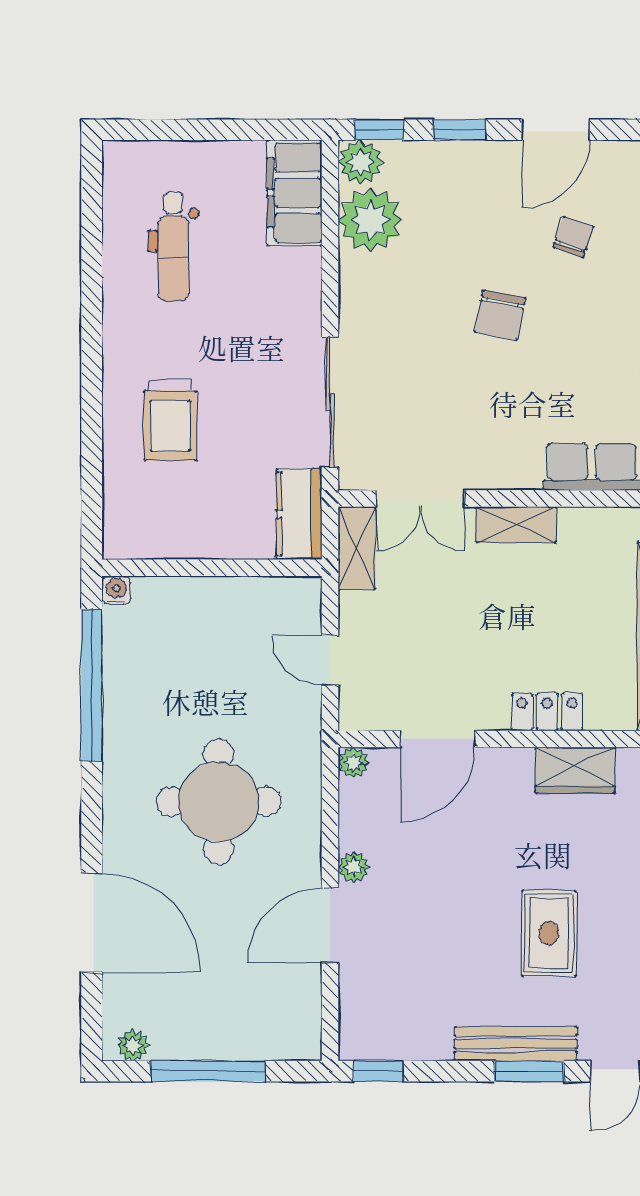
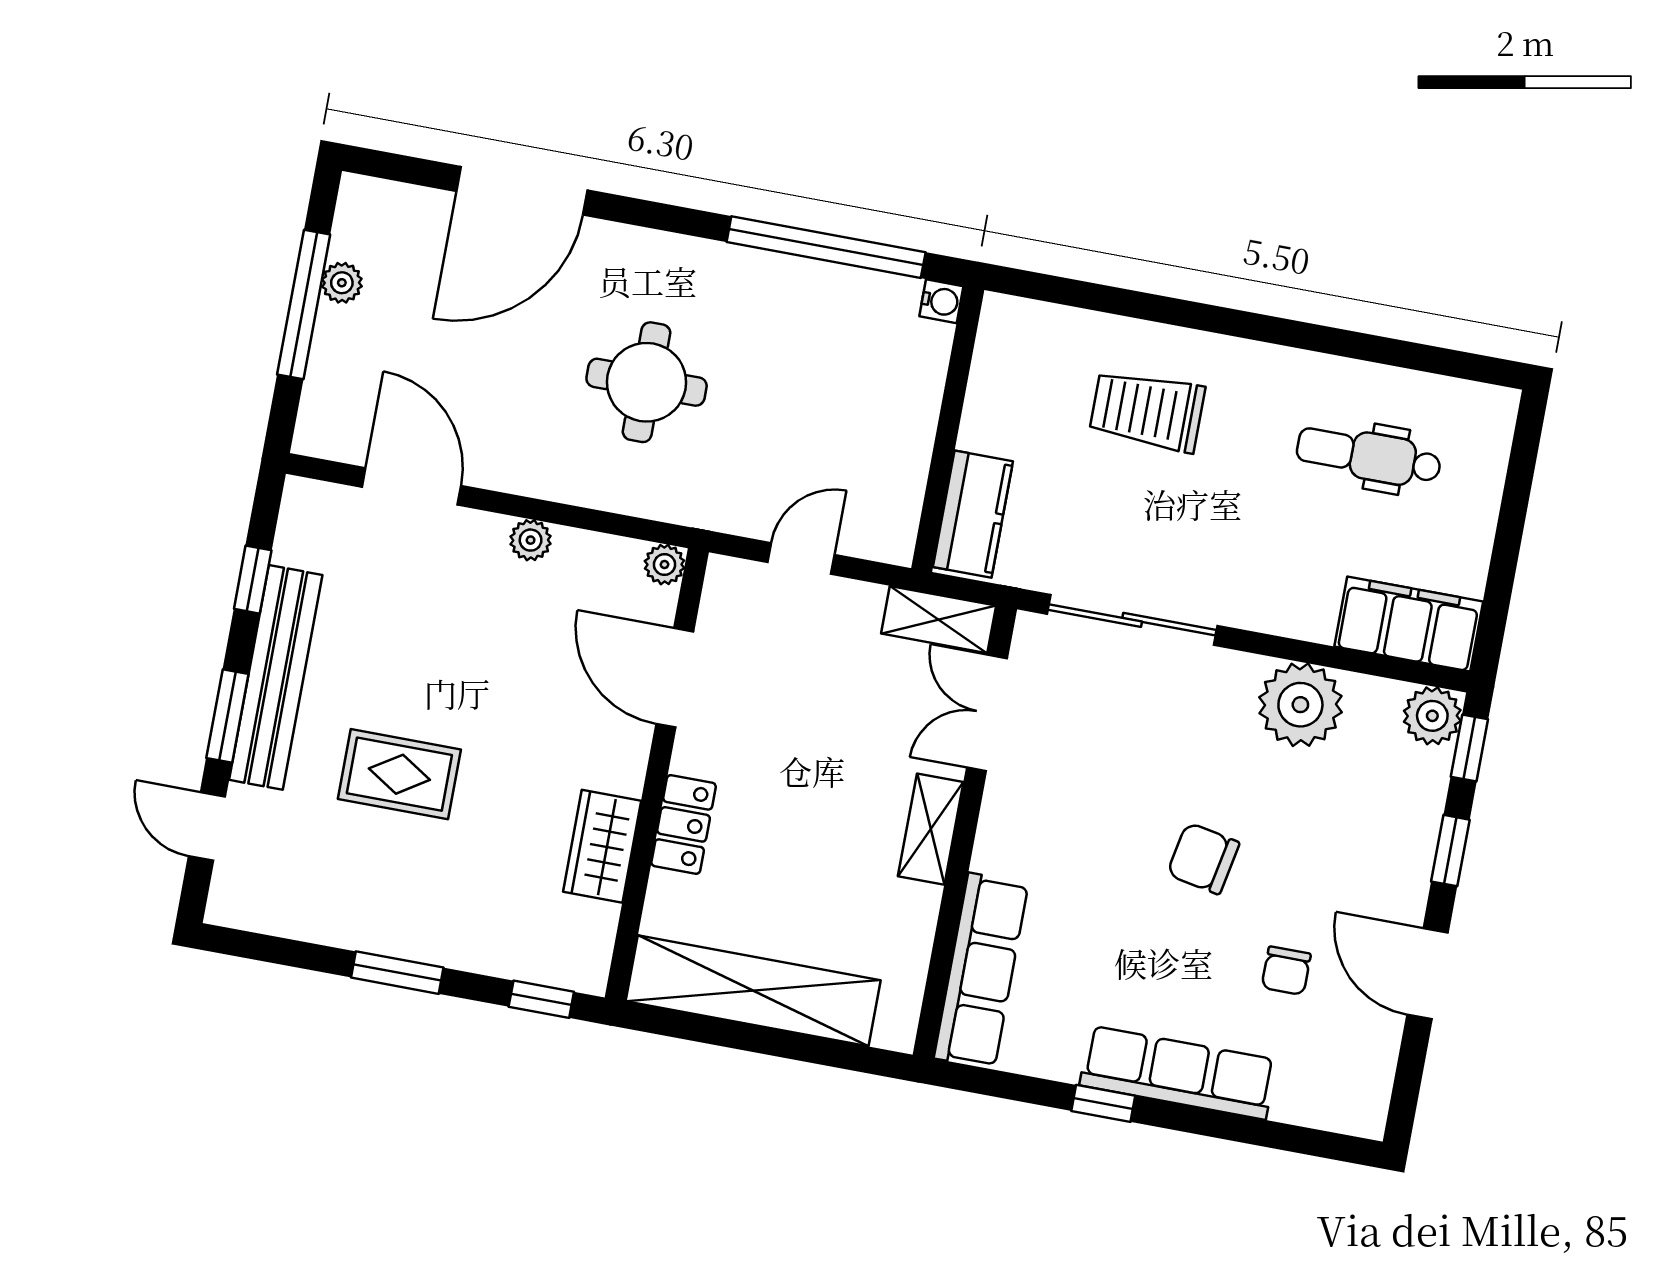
plant: (370, 220) -> (1300, 705), moved
chair: (573, 237) -> (1286, 971), turned 71
kitchen counter: (299, 514) -> (973, 514), moved, turned 90
round table: (219, 802) -> (647, 382), width x0.73, depth x0.73
door: (330, 925) -> (412, 486), moved
bench: (516, 1044) -> (276, 677), width x1.37, depth x1.21
plant: (133, 1045) -> (342, 283), moved
window: (378, 1071) -> (253, 580), moved

